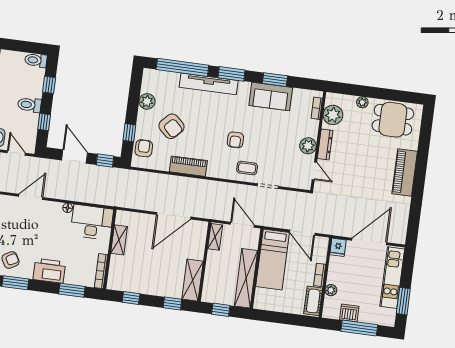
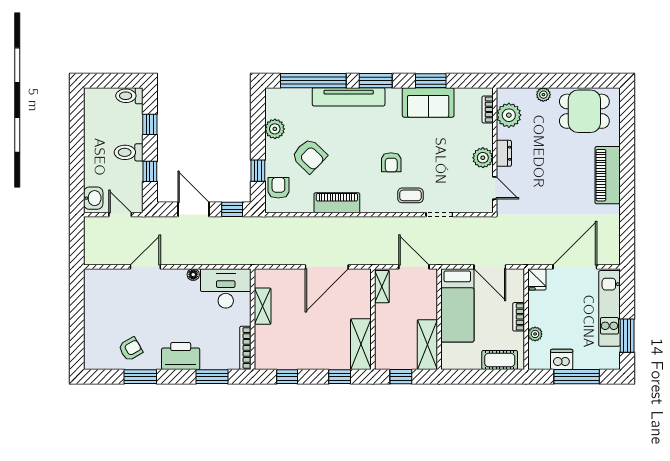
dresser: (325, 144) -> (504, 153), width x0.70
shelving: (246, 278) -> (427, 345), width x0.68
cot: (313, 301) -> (500, 360), moved, turned 90

